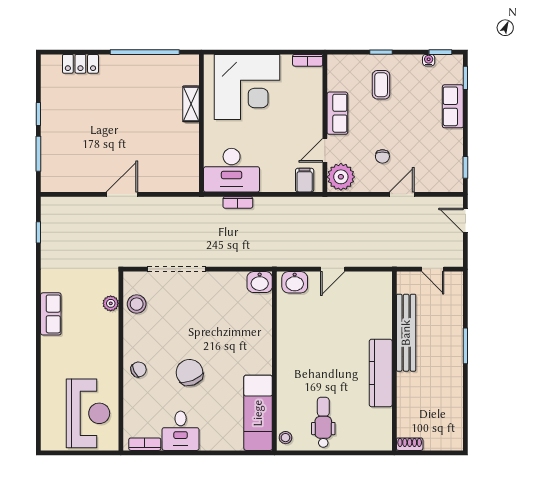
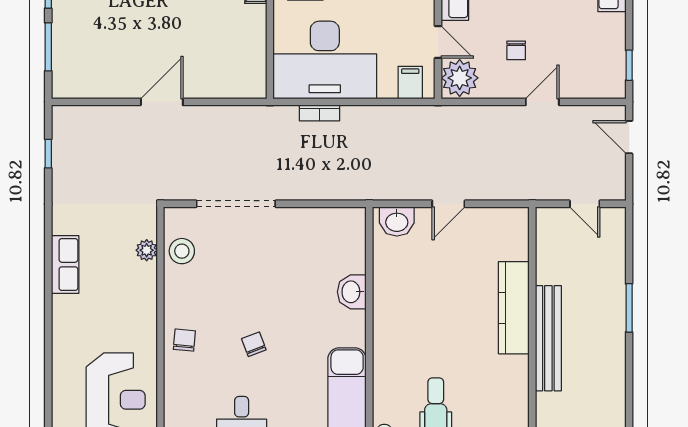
door: (325, 150) -> (438, 42), swing flipped
desk: (232, 170) -> (325, 60), width x1.36, depth x1.30
washbasin: (260, 282) -> (352, 292), moved, turned 90
bench: (406, 333) -> (548, 338), moved
chair: (139, 369) -> (184, 340), turned -59
chair: (190, 373) -> (254, 344), width x0.54, depth x0.54
kitchen counter: (381, 373) -> (514, 308), moved

